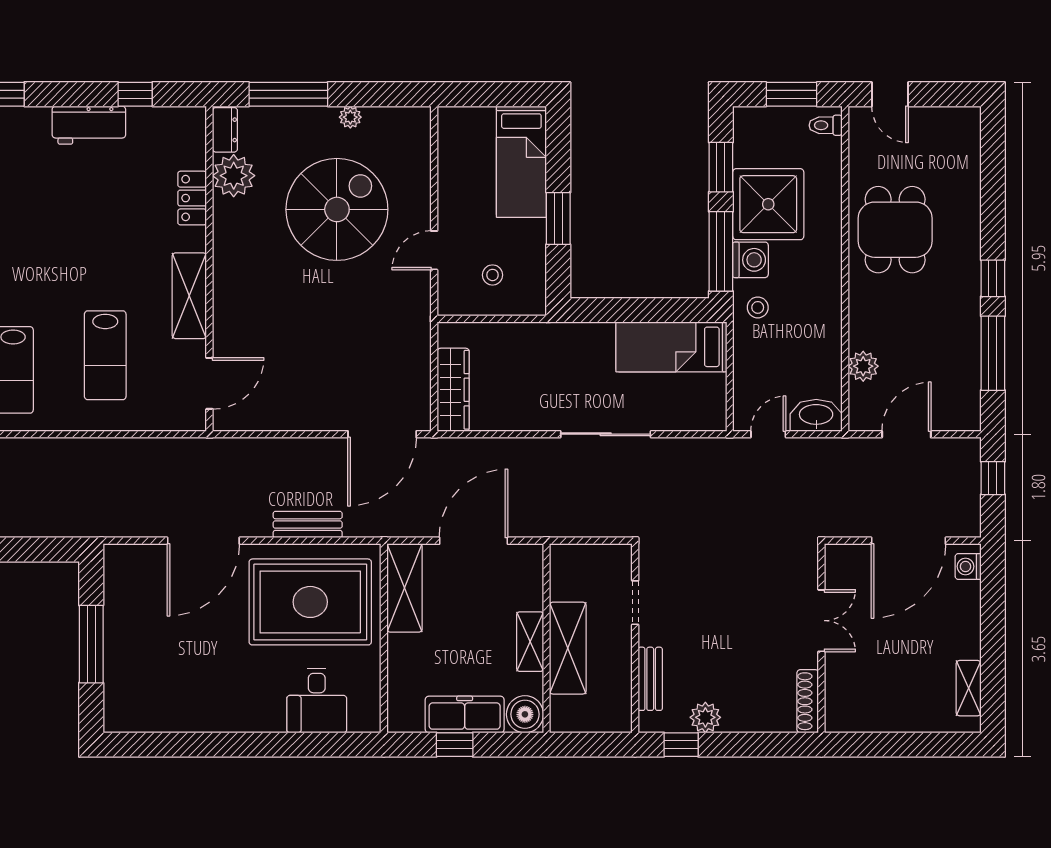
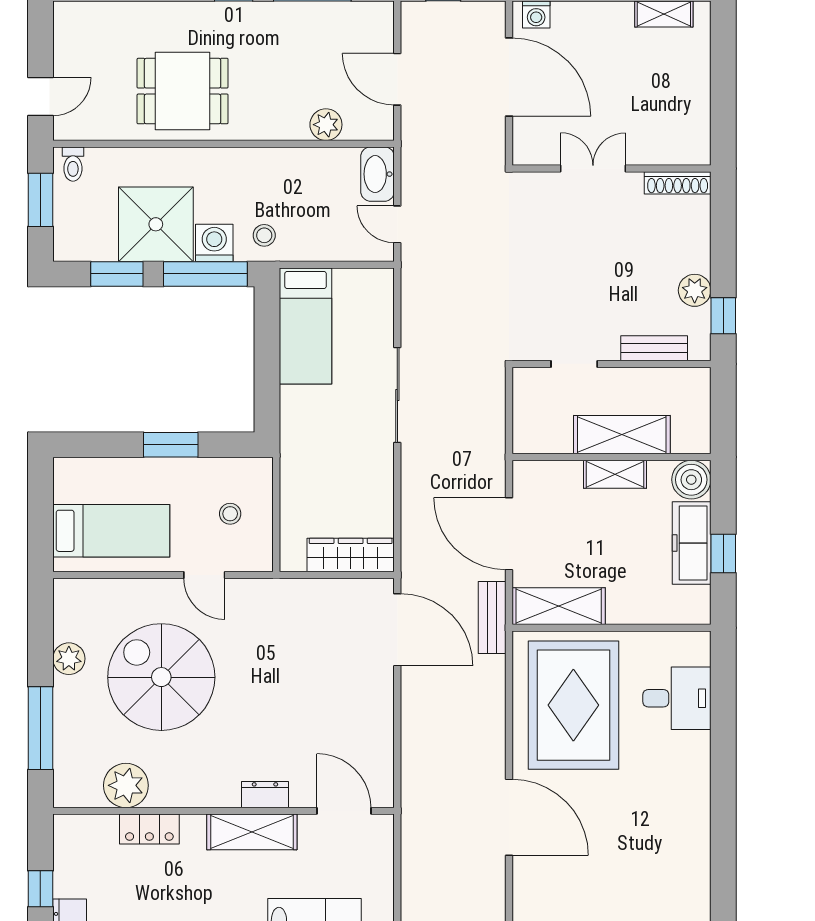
plant: (350, 117) -> (69, 659), width x1.38, depth x1.38
dresser: (225, 130) -> (265, 795), moved
bed: (521, 162) -> (111, 531), moved
bench: (308, 525) -> (492, 618), moved

